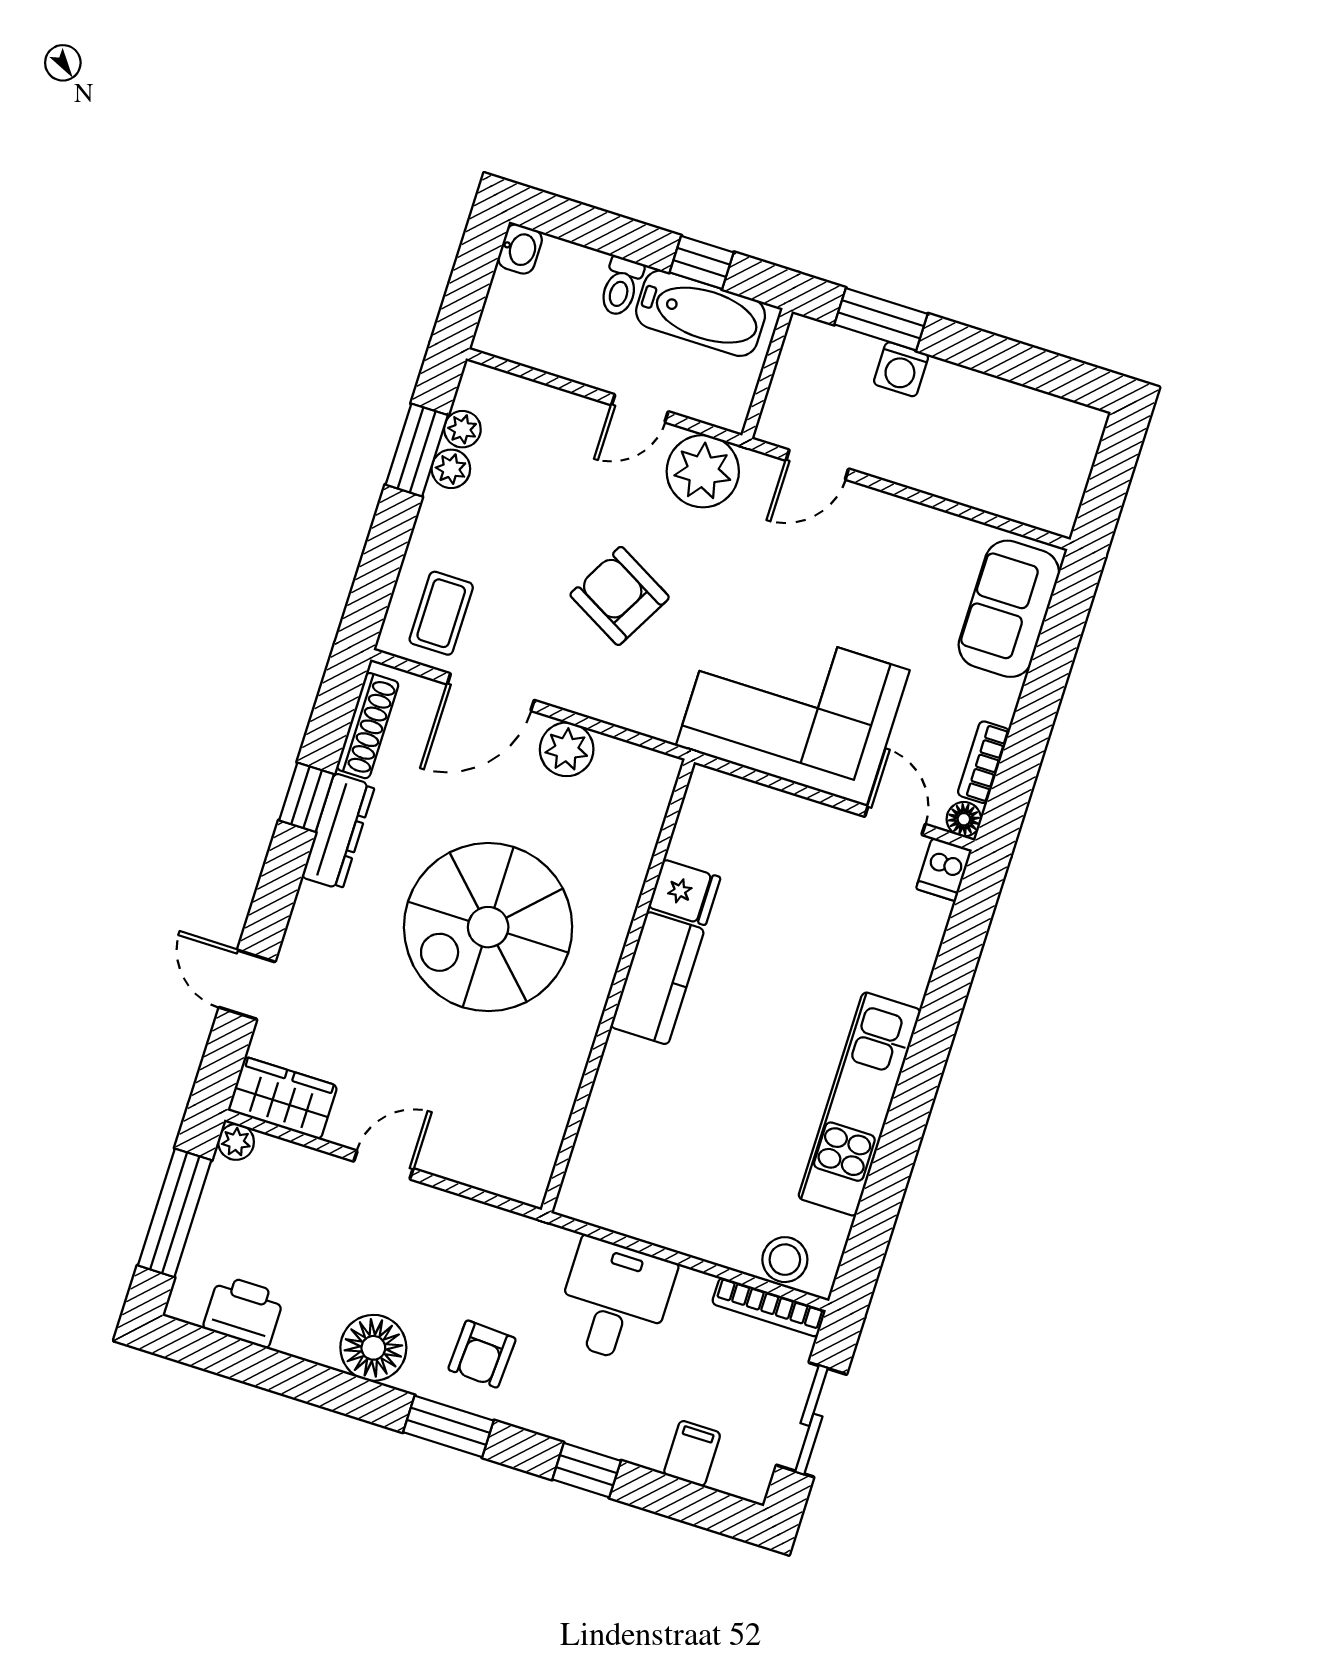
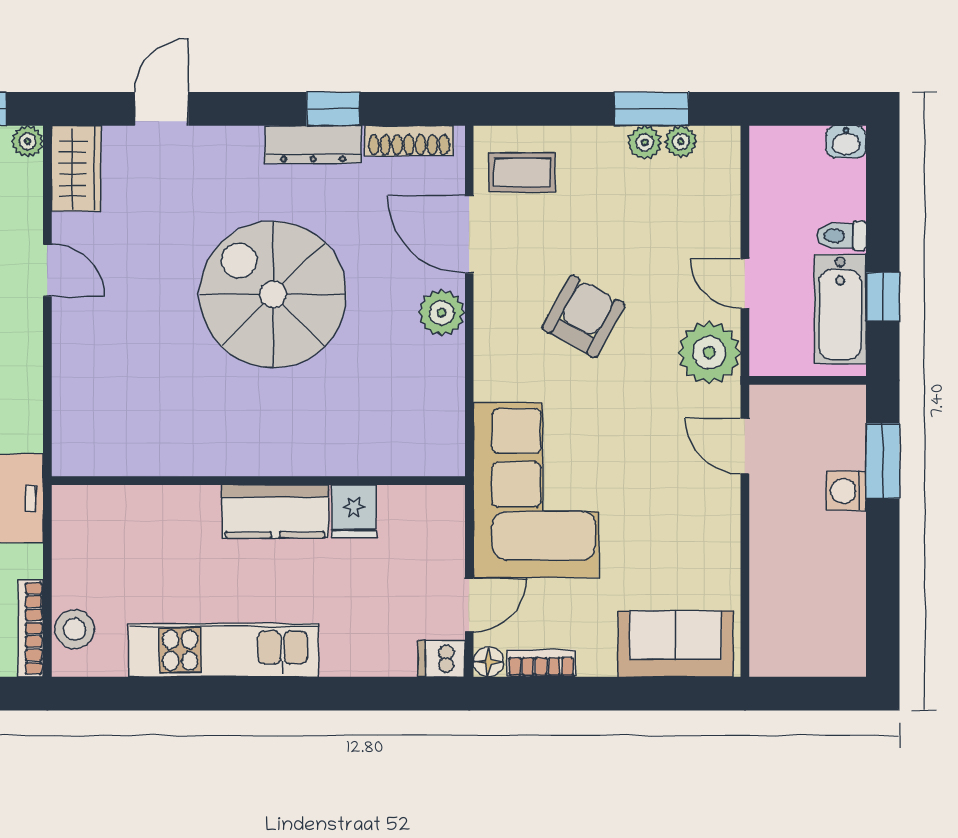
fridge: (684, 892) -> (354, 511), moved
kitchen counter: (657, 978) -> (275, 511), moved
wall: (618, 986) -> (258, 481), moved

